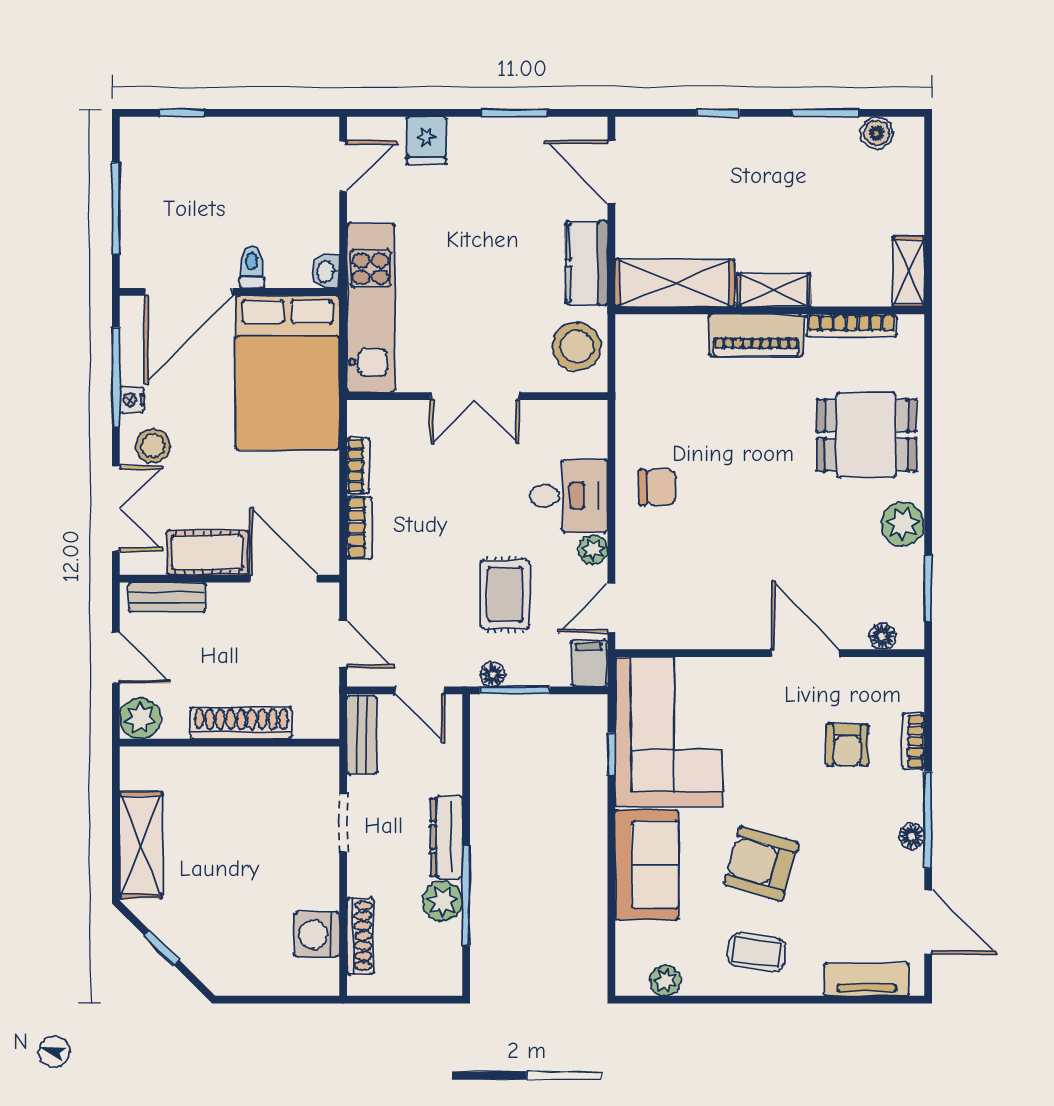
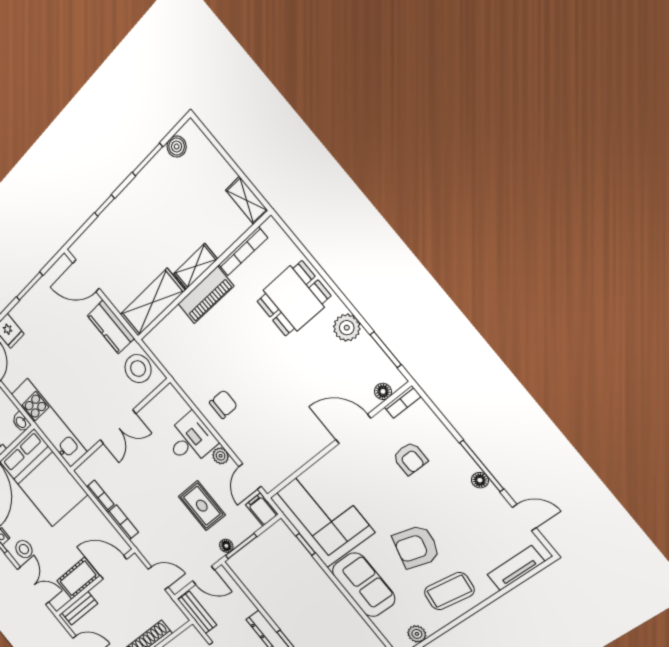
bookcase: (913, 741) -> (403, 402), moved, turned -90
door: (928, 922) -> (524, 517), width x0.73
coffee table: (757, 952) -> (449, 591), width x1.36, depth x1.30

